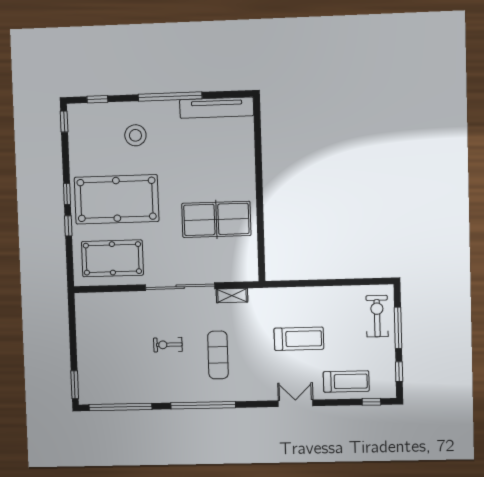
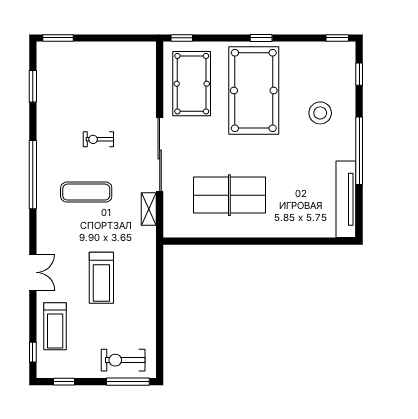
table tennis table: (216, 219) -> (229, 195), turned 90
window: (68, 226) -> (182, 38), moved
exercise bike: (377, 316) -> (123, 360), turned 180
window: (398, 328) -> (128, 382), moved
exercise bike: (168, 345) -> (98, 139), turned -90
window: (120, 407) -> (33, 86), width x0.47

